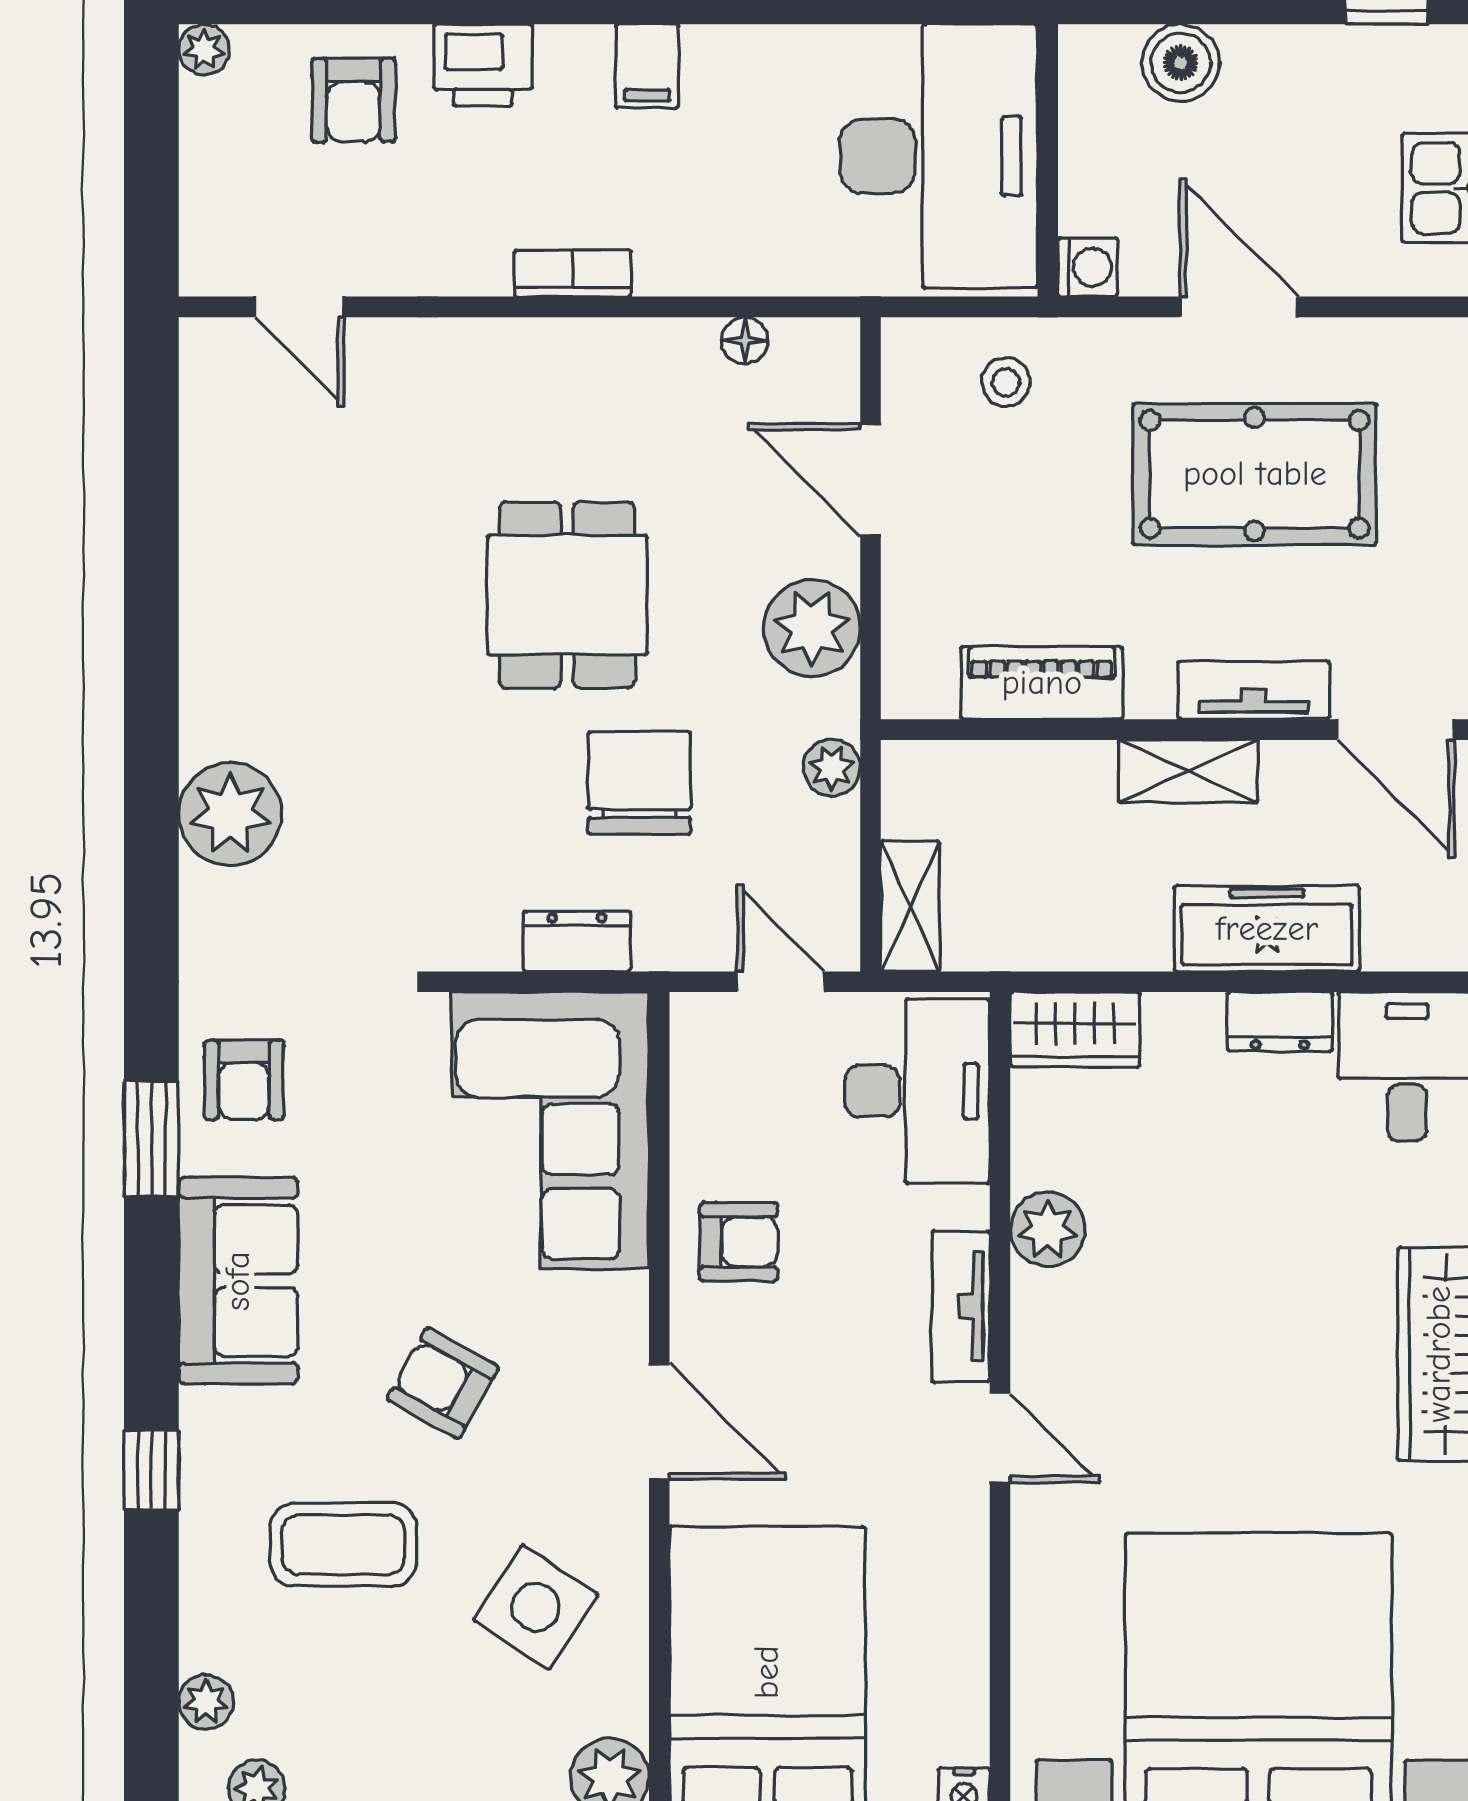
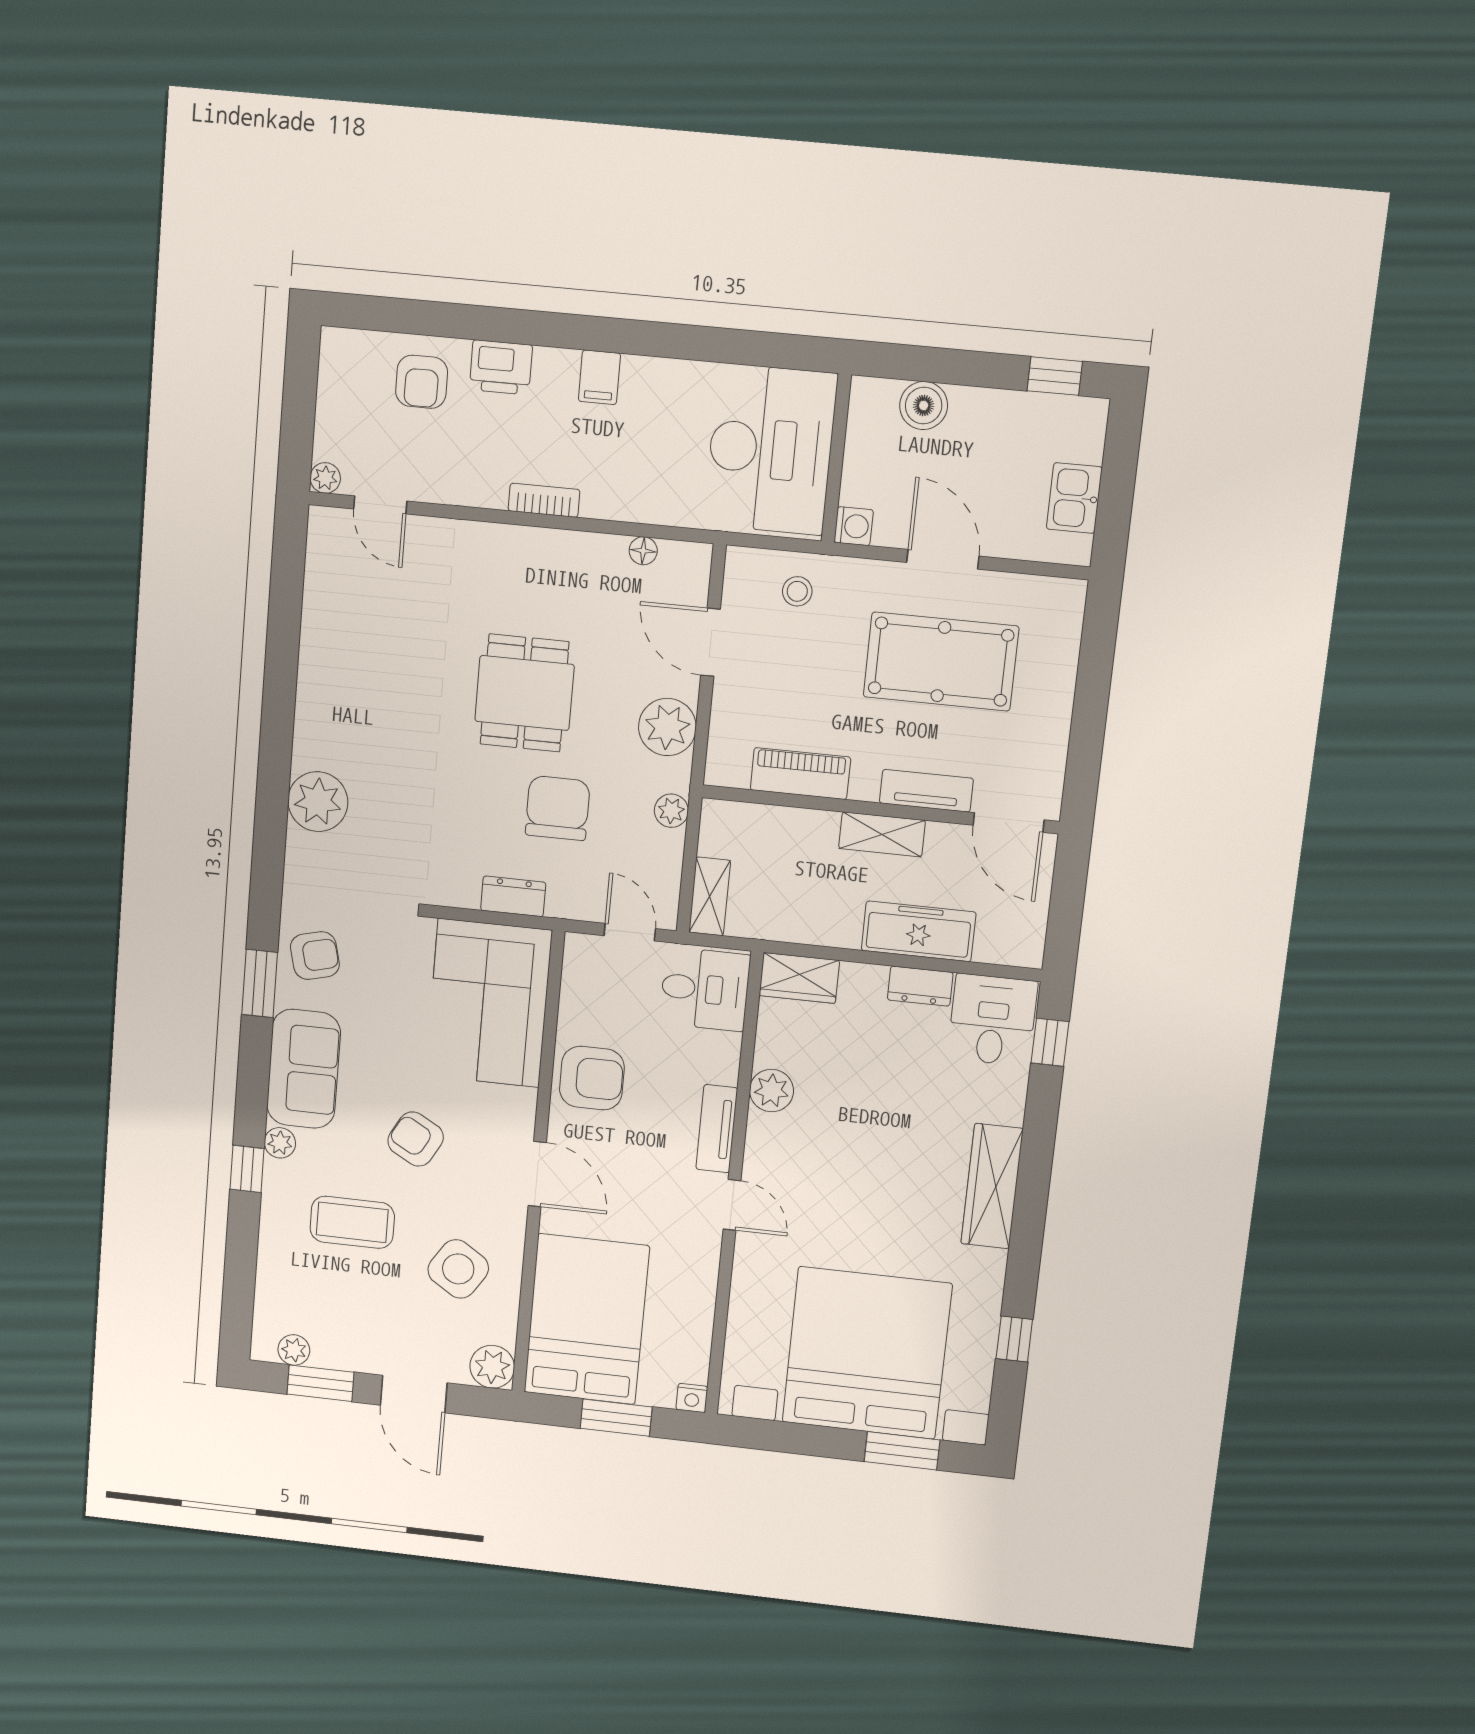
plant: (204, 49) -> (325, 478), moved
armchair: (244, 1080) -> (315, 956), turned -104
desk: (917, 1091) -> (705, 989), width x0.73
armchair: (739, 1242) -> (592, 1078), width x1.38, depth x1.38
plant: (206, 1702) -> (280, 1143), moved

